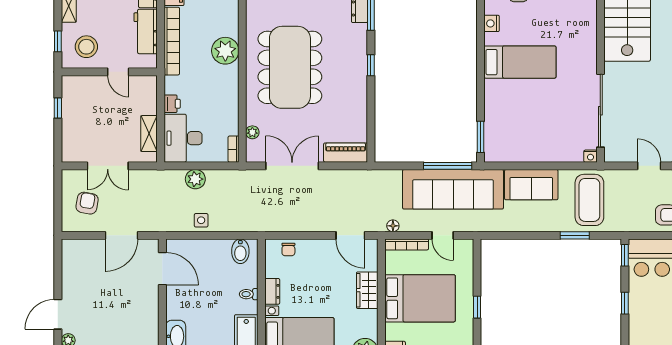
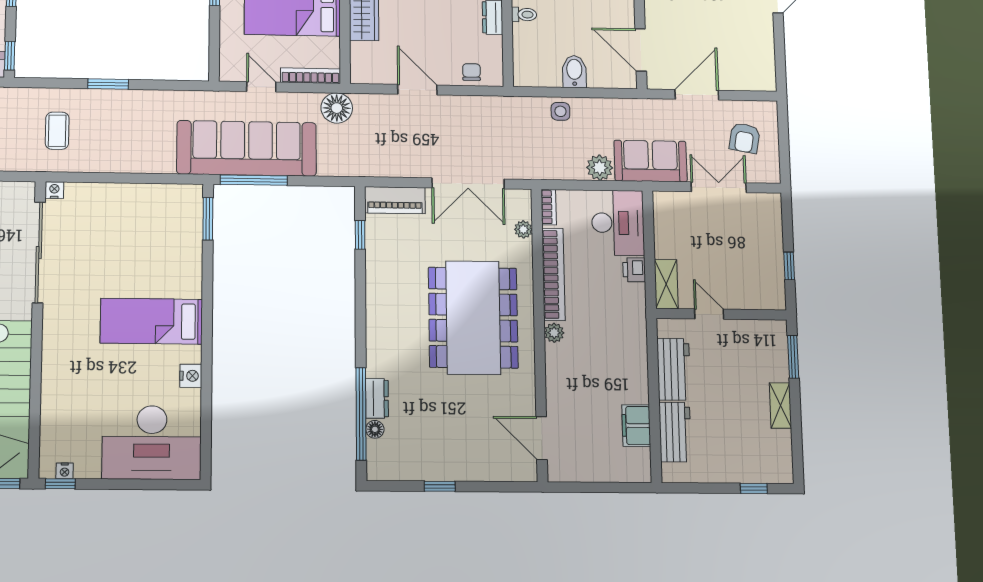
window: (58, 41) -> (793, 357), width x1.50
bookcase: (172, 41) -> (553, 274), moved, turned 180
stool: (86, 47) -> (754, 349), removed
plant: (225, 51) -> (554, 333), width x0.53, depth x0.53
window: (371, 65) -> (360, 235), moved
shelving: (149, 134) -> (666, 284), moved
sofa: (531, 185) -> (651, 161), moved
coffee table: (589, 200) -> (57, 131), width x0.54, depth x0.58
side table: (201, 220) -> (560, 111), moved
floor lamp: (393, 226) -> (337, 108), width x1.89, depth x1.89
door: (350, 235) -> (417, 90), moved
window: (575, 235) -> (108, 84), moved
bidet: (240, 251) -> (574, 72), moved

